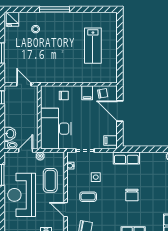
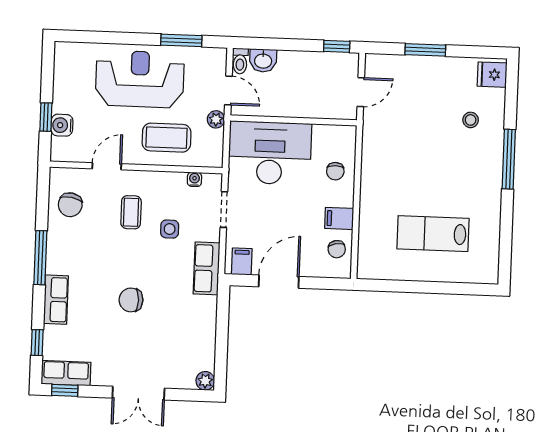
door: (120, 111) -> (279, 282), moved
row of seats: (126, 158) -> (206, 268), moved

